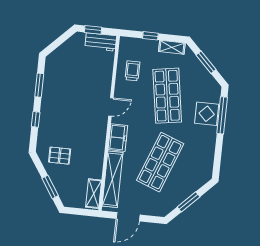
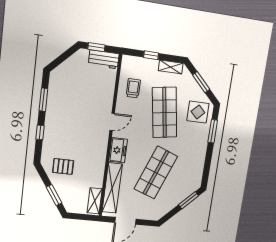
display table: (207, 114) -> (198, 112), moved
window: (222, 115) -> (213, 131), width x0.69
window: (189, 202) -> (189, 200), moved

